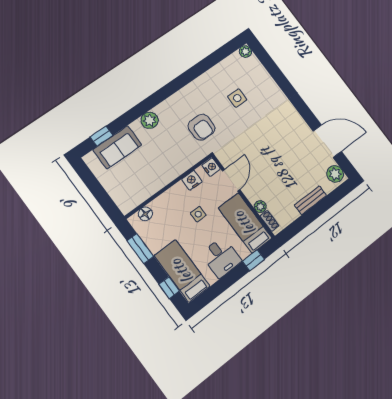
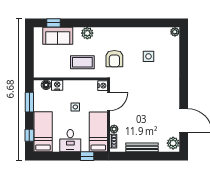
coffee table: (168, 157) -> (82, 62), added
nightstand: (192, 180) -> (57, 85), moved
bench: (310, 200) -> (142, 147), width x1.36

